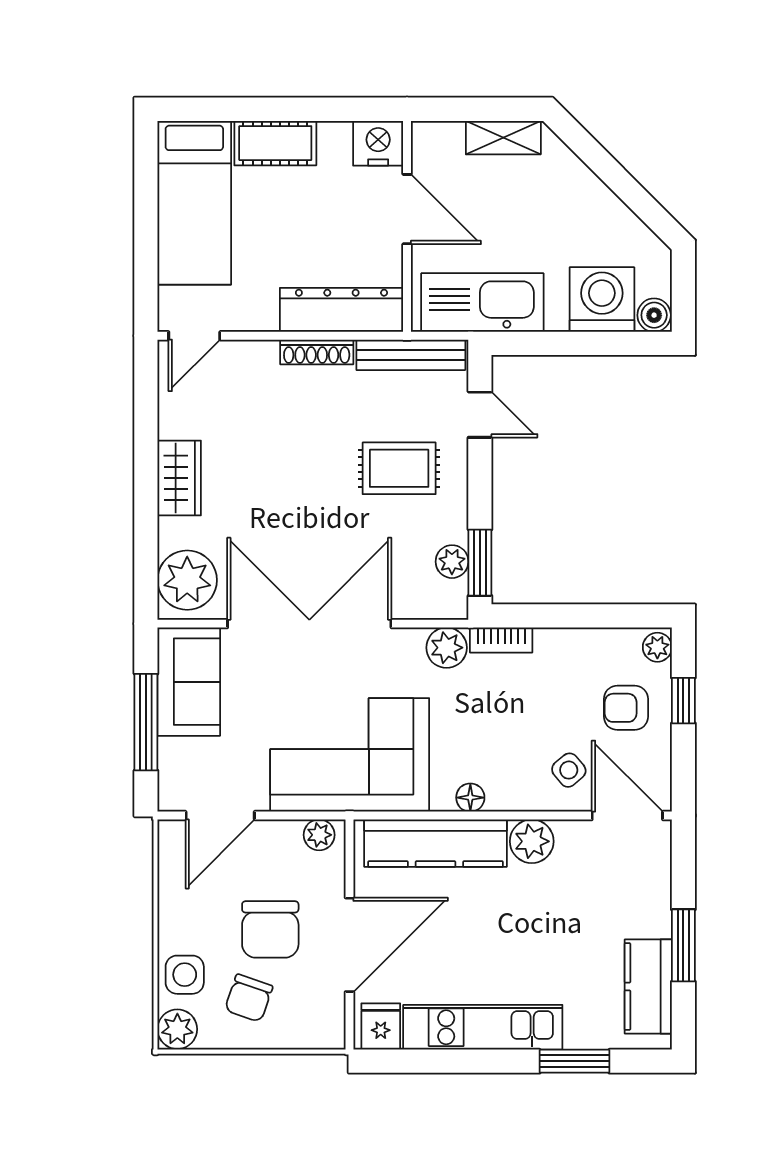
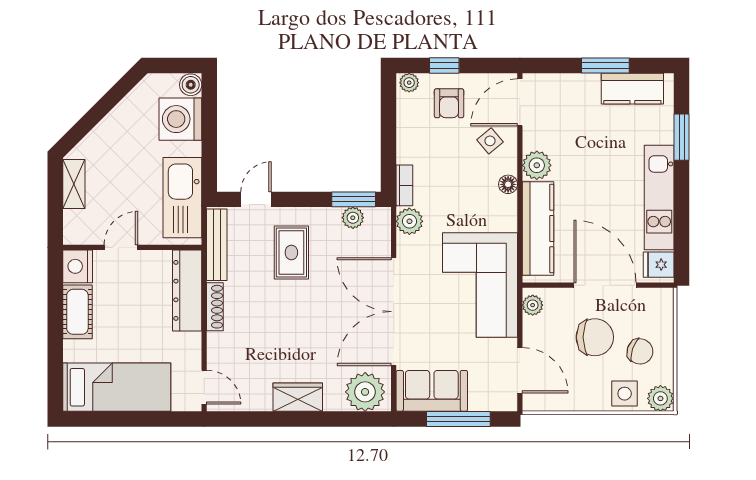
cot: (275, 143) -> (77, 312), moved
door: (407, 209) -> (121, 247), width x0.73
floor lamp: (470, 798) -> (508, 184), moved

